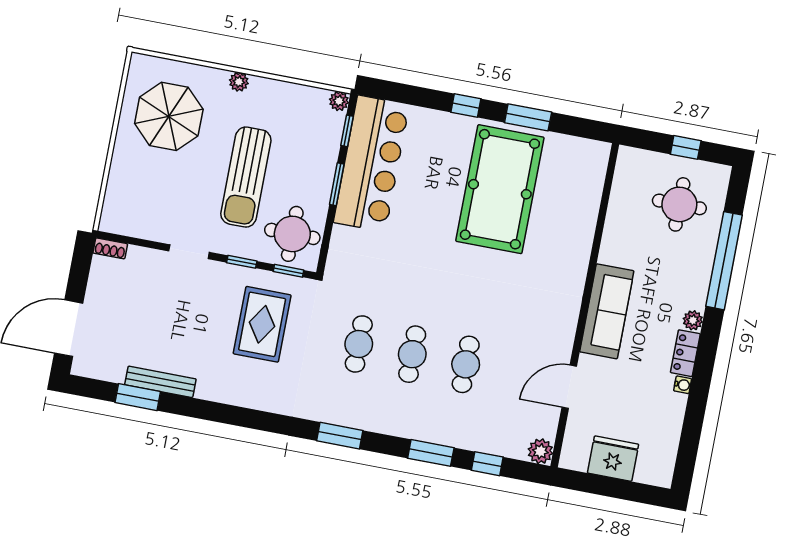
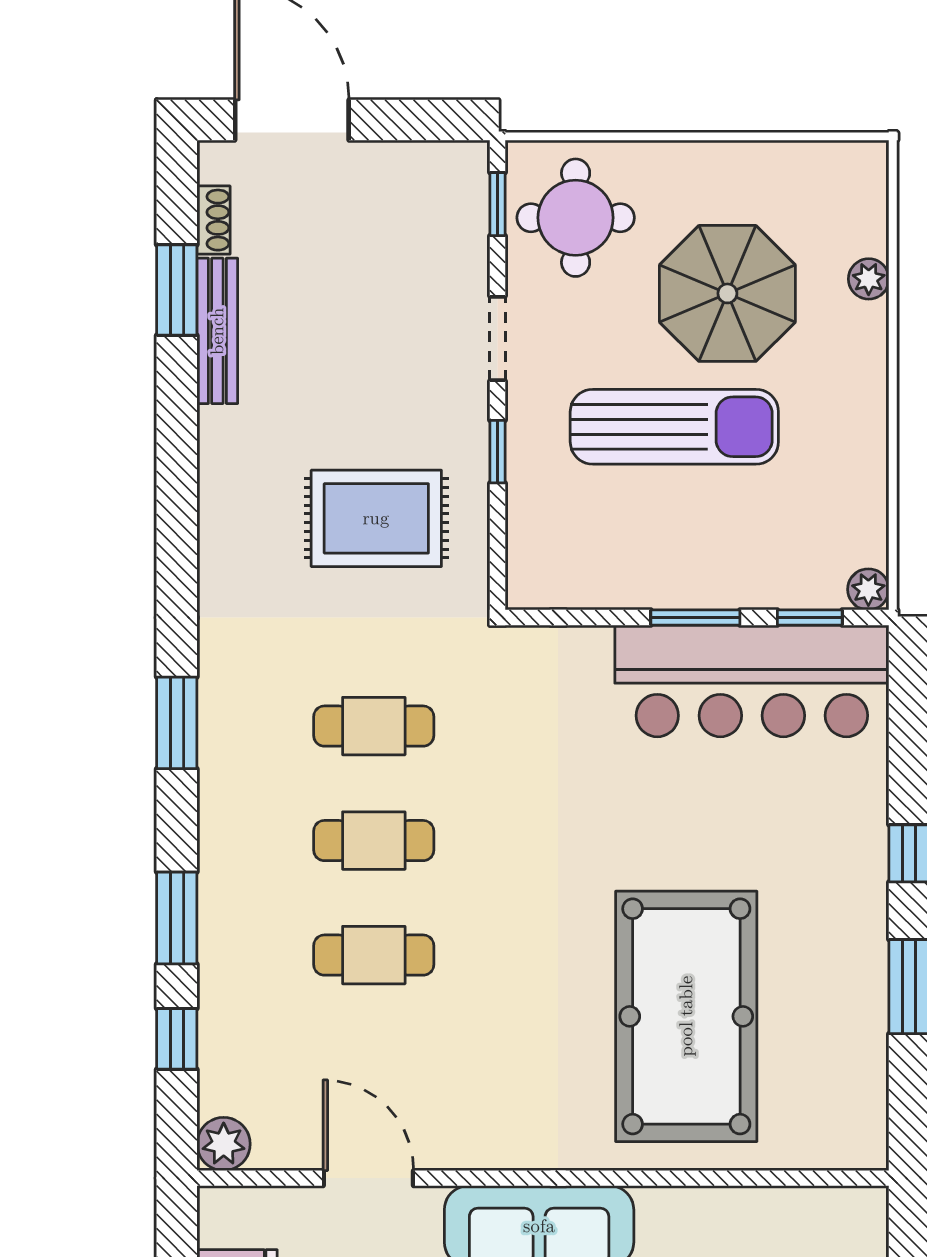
plant: (239, 82) -> (869, 279), moved
parasol: (169, 116) -> (727, 293), moved
sun lounger: (246, 177) -> (674, 427), turned 180
pool table: (500, 189) -> (686, 1016), moved, turned 90
round table: (292, 234) -> (576, 218), moved
shoe rack: (110, 248) -> (214, 220), moved, turned 180
window: (289, 271) -> (498, 204), moved

